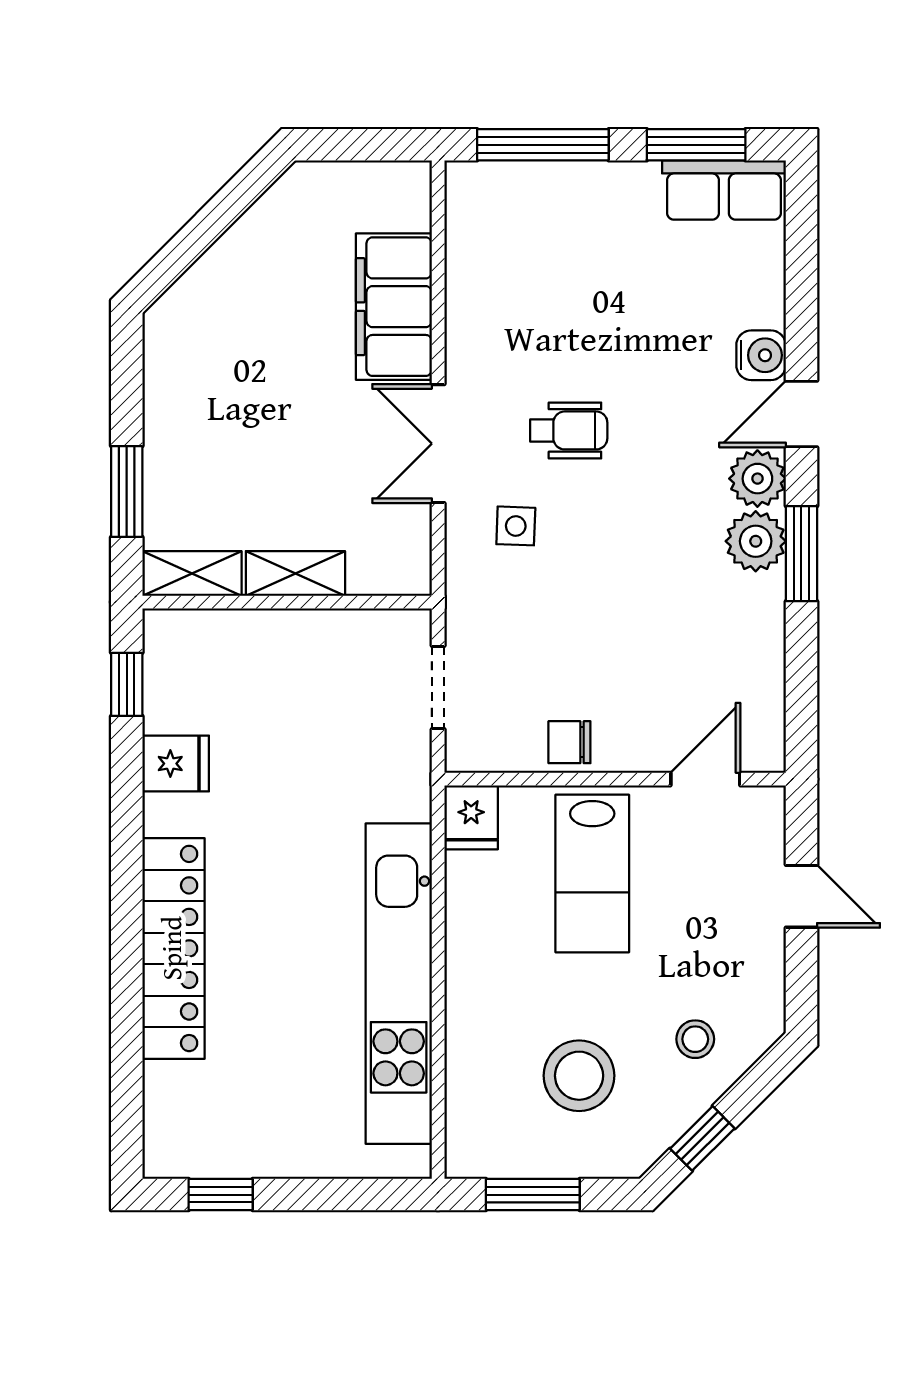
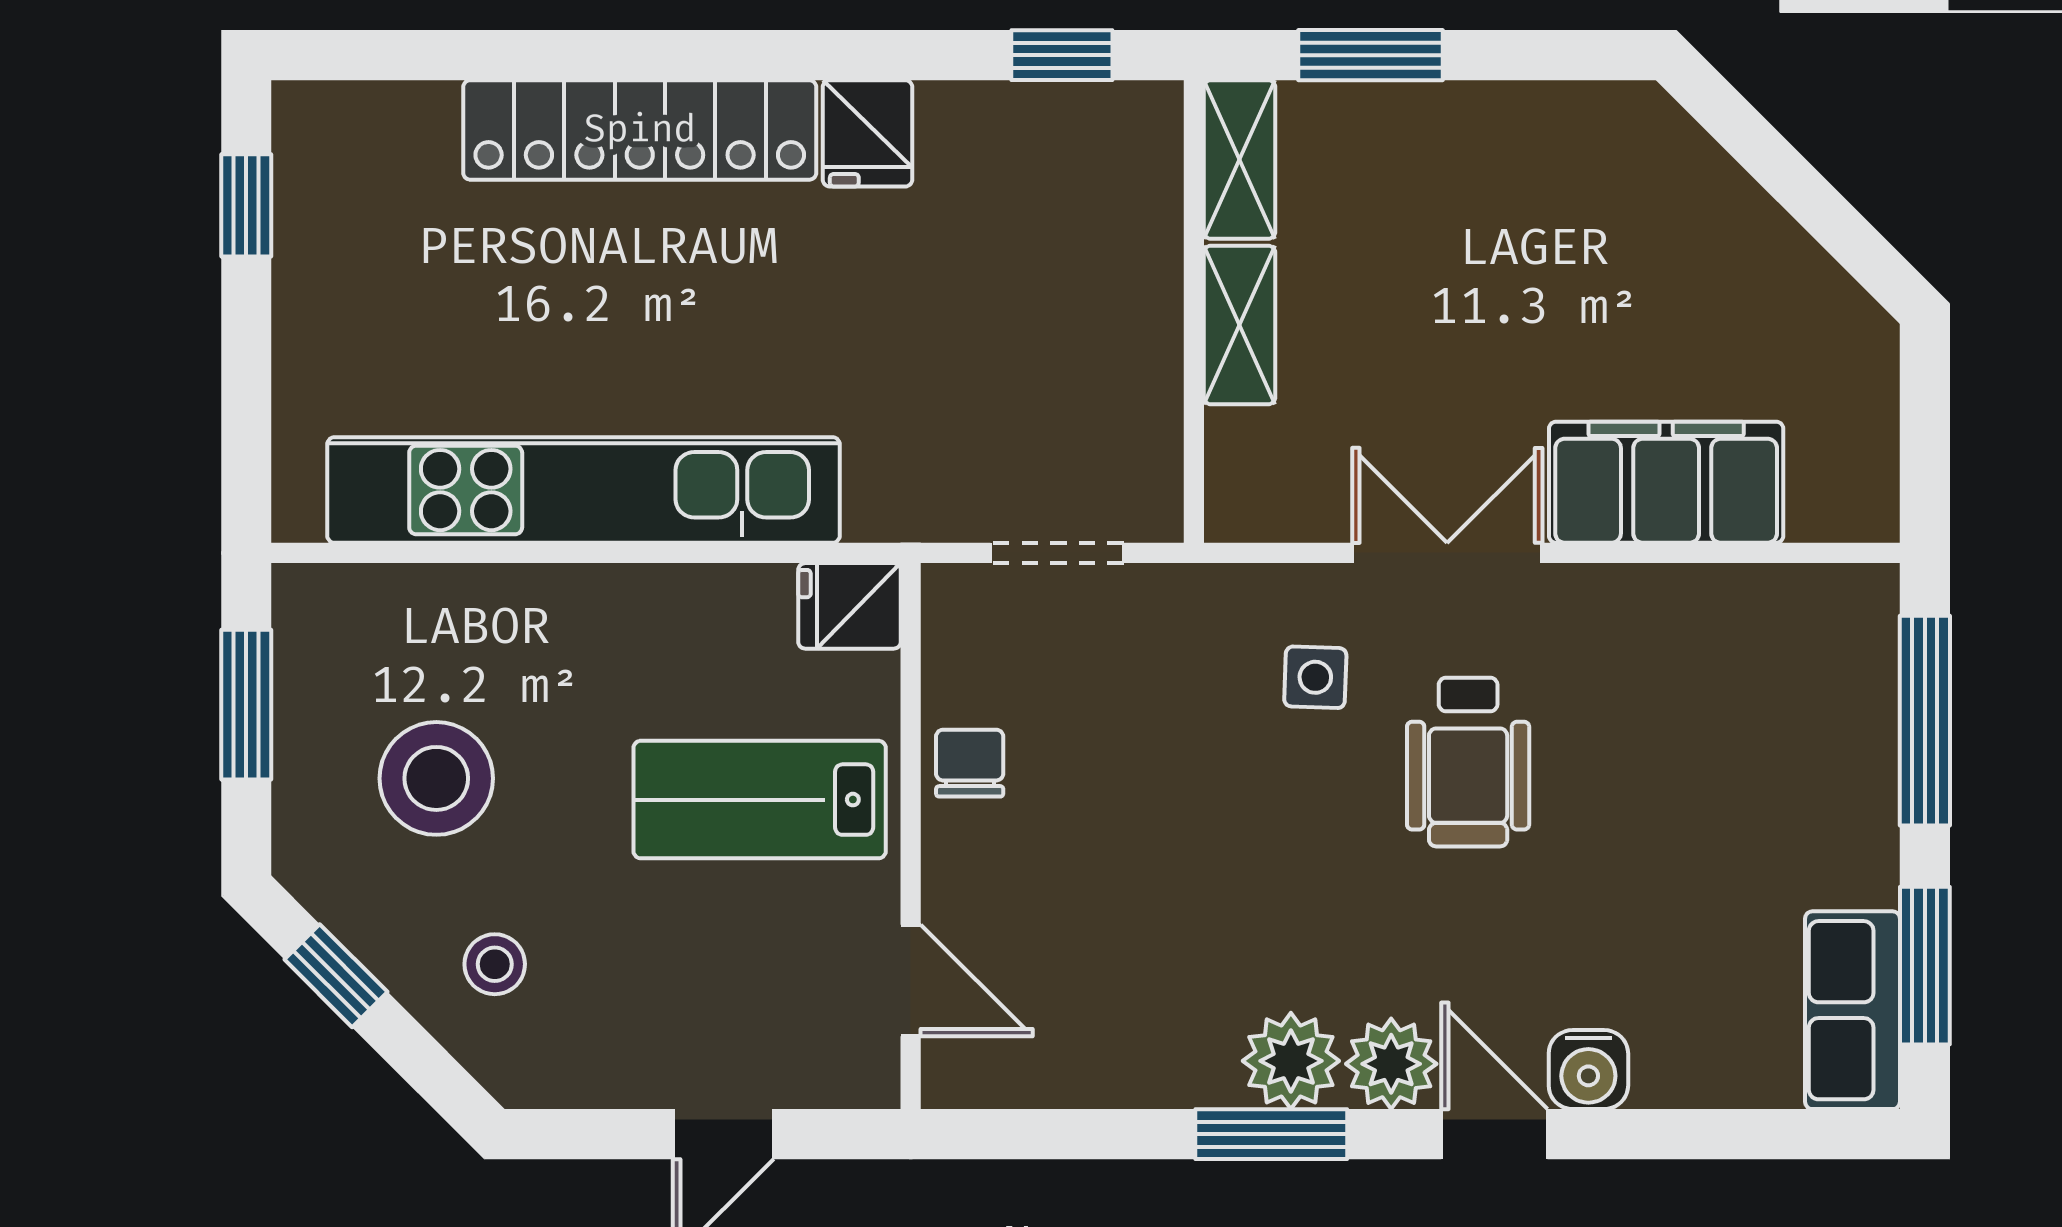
wheelchair: (569, 430) -> (1468, 762), width x1.36, depth x1.37
fridge: (176, 764) -> (868, 133), moved

